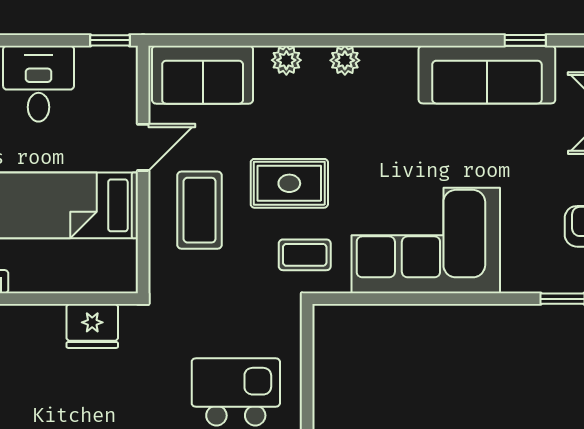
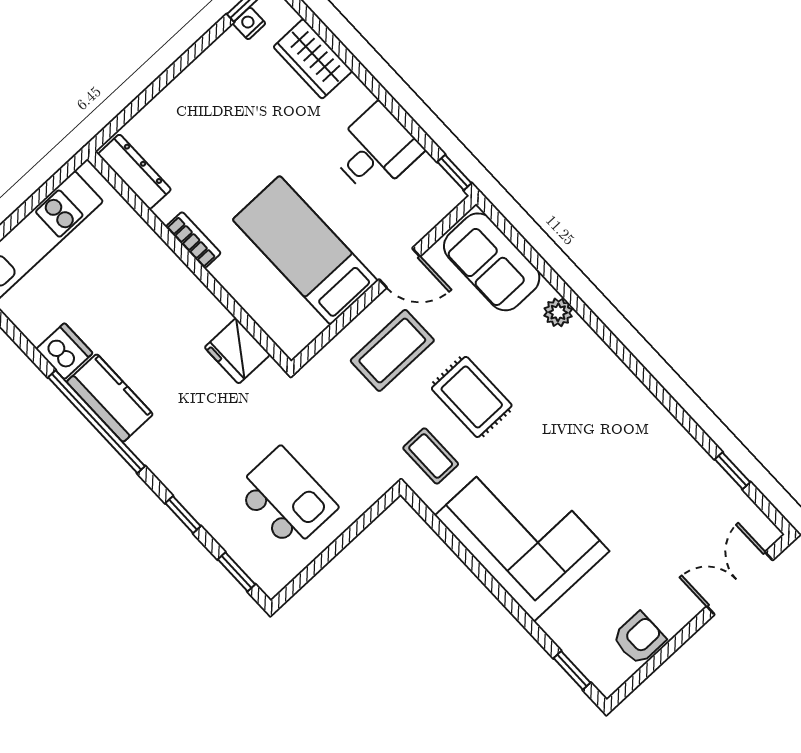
plant: (345, 60) -> (597, 355), removed
sofa: (487, 75) -> (682, 466), removed

